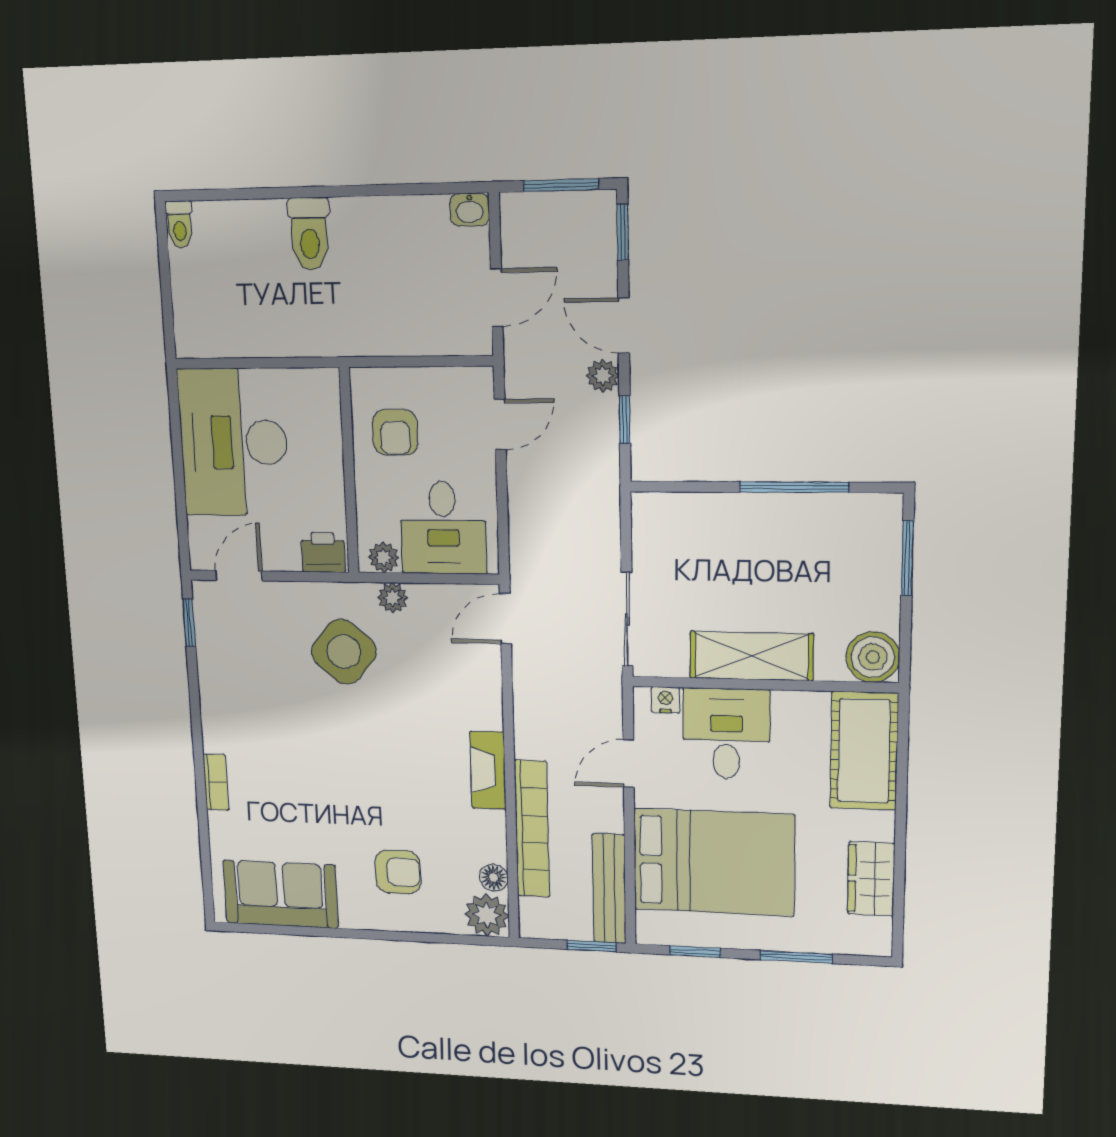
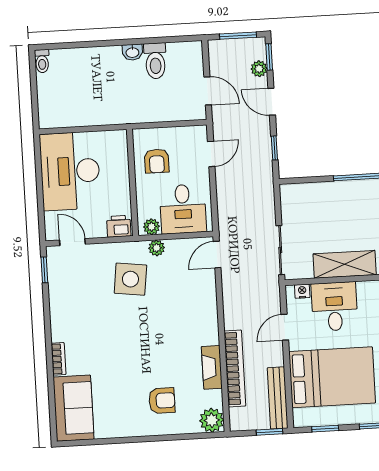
washbasin: (470, 210) -> (132, 52), moved
toilet: (309, 234) -> (155, 61), moved
door: (497, 298) -> (208, 91), hinge flipped
plant: (603, 376) -> (259, 69), moved
door: (239, 576) -> (72, 242), hinge flipped
side table: (344, 652) -> (130, 279), turned -33
fireplace: (488, 770) -> (212, 367), moved
floor lamp: (494, 878) -> (215, 398), removed
sofa: (281, 894) -> (74, 408), moved, turned 90

